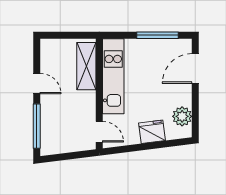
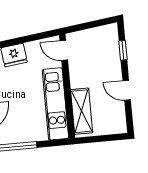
window: (37, 126) -> (123, 50), width x0.46

